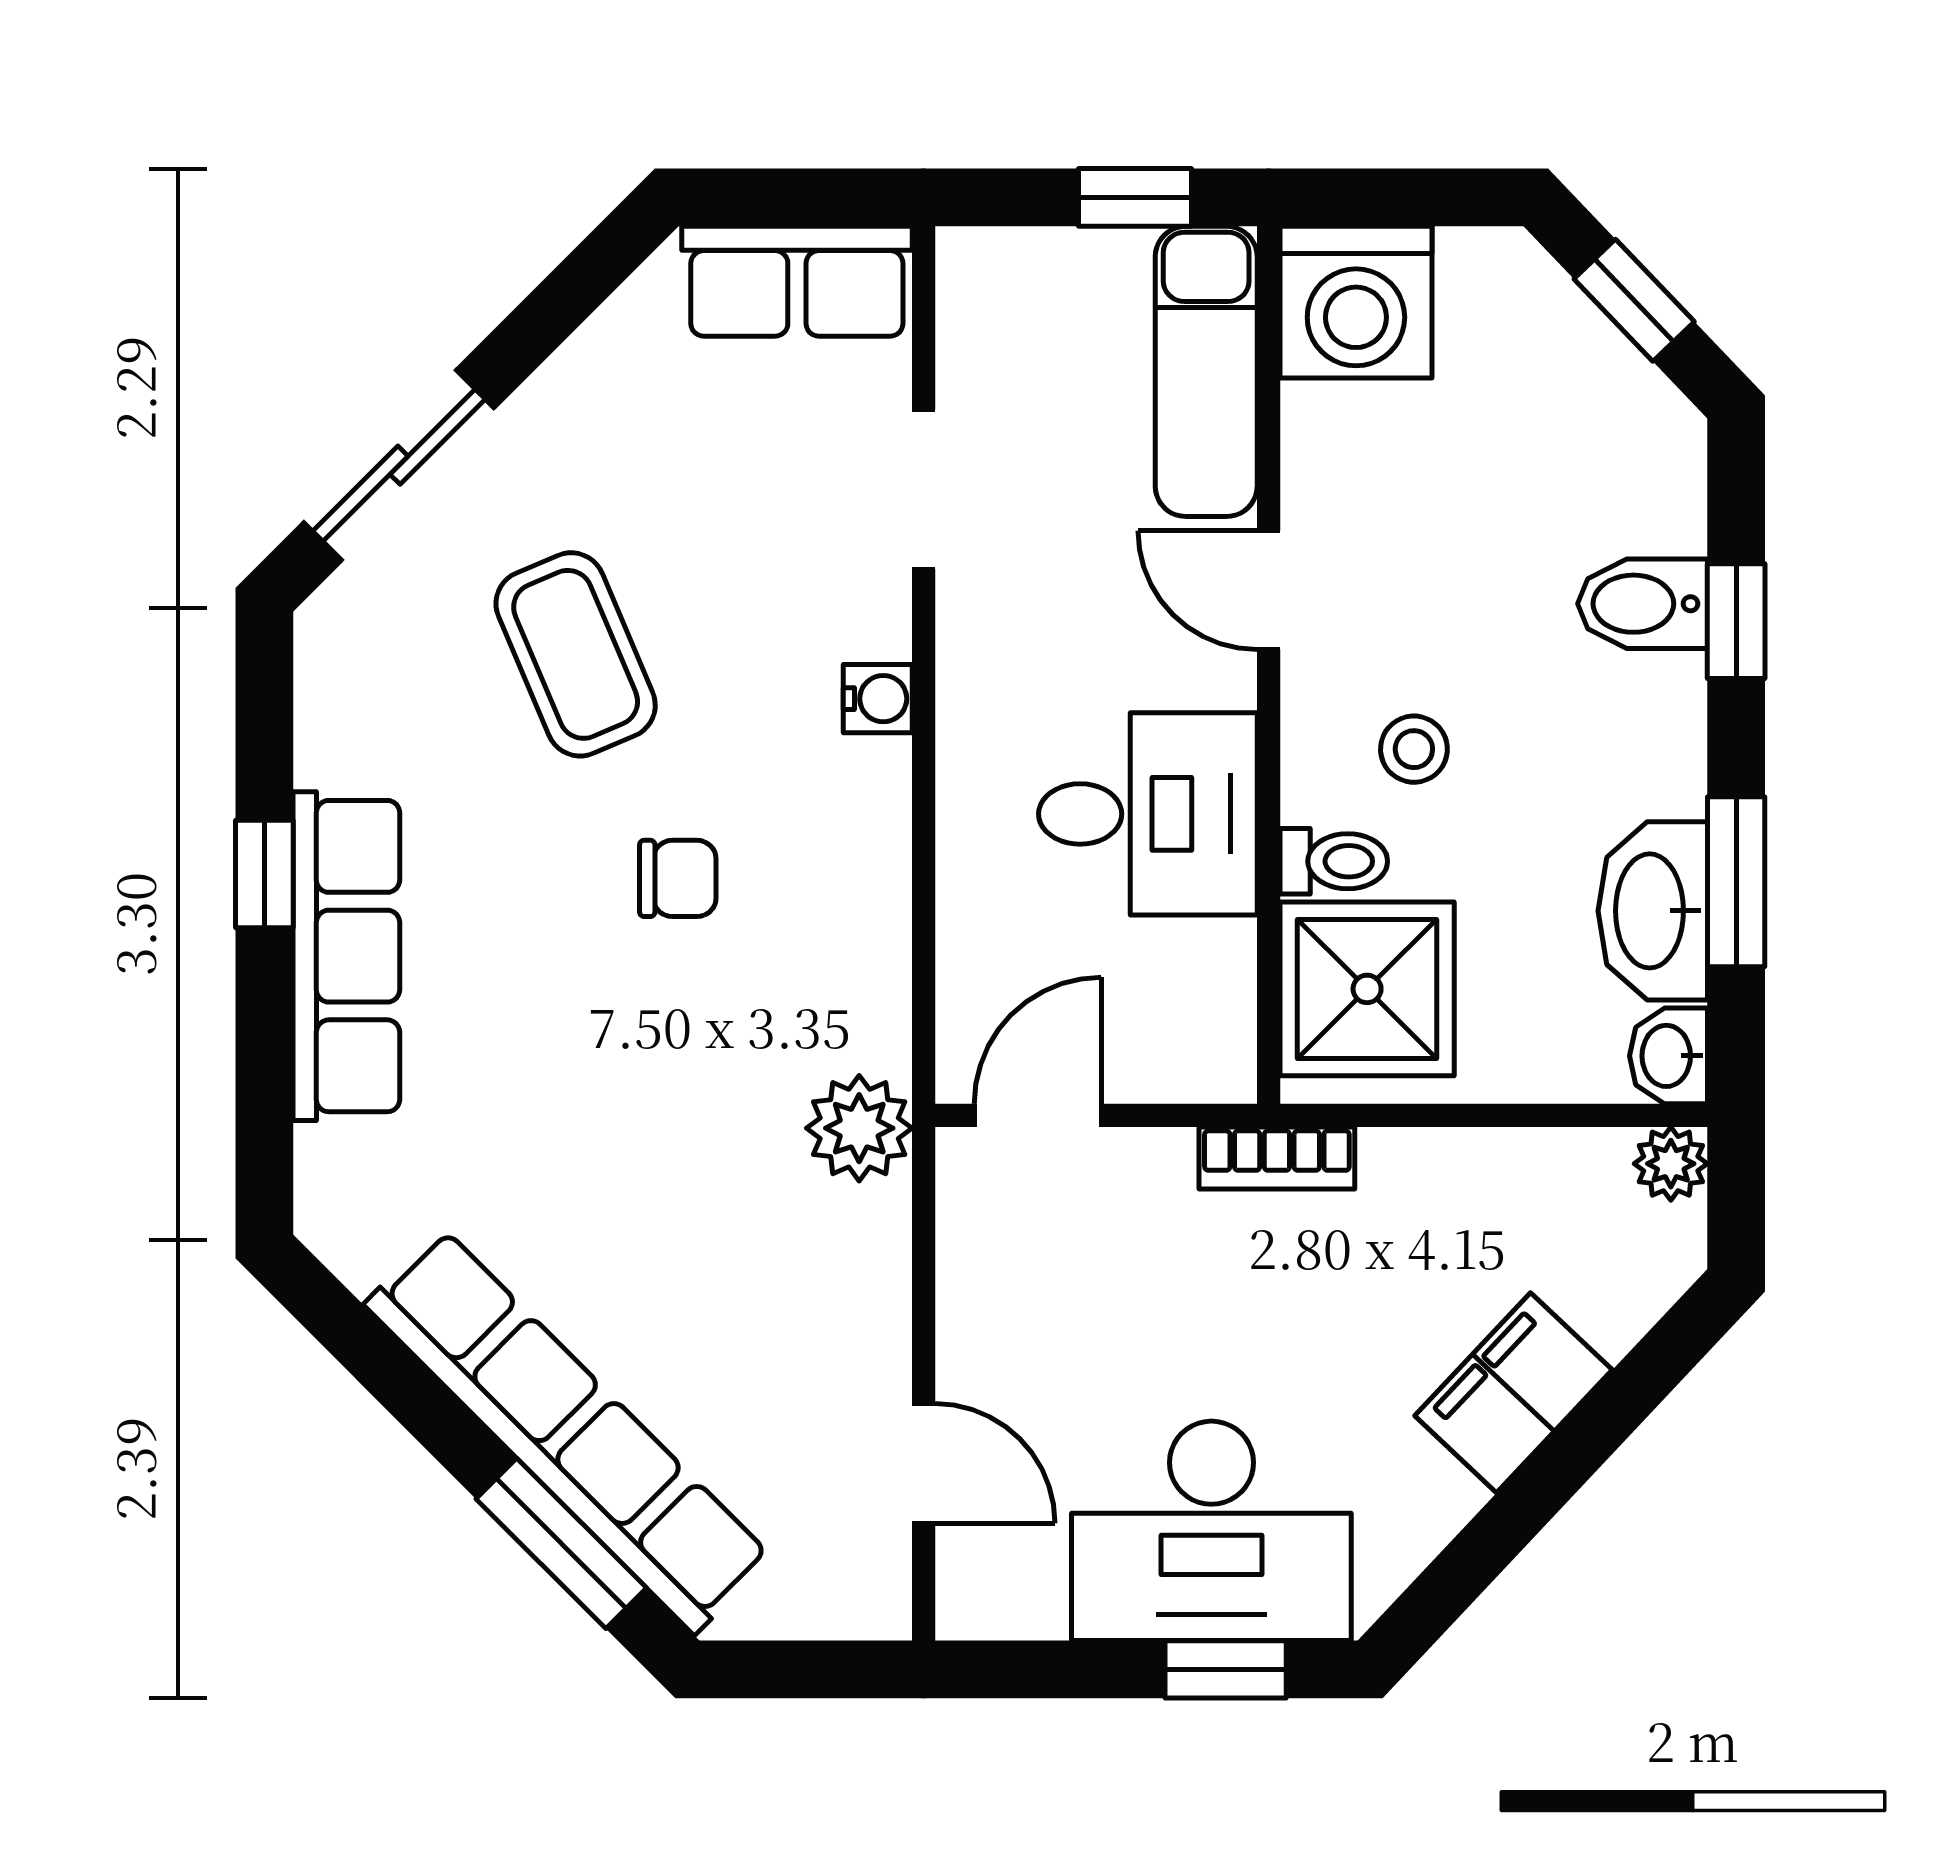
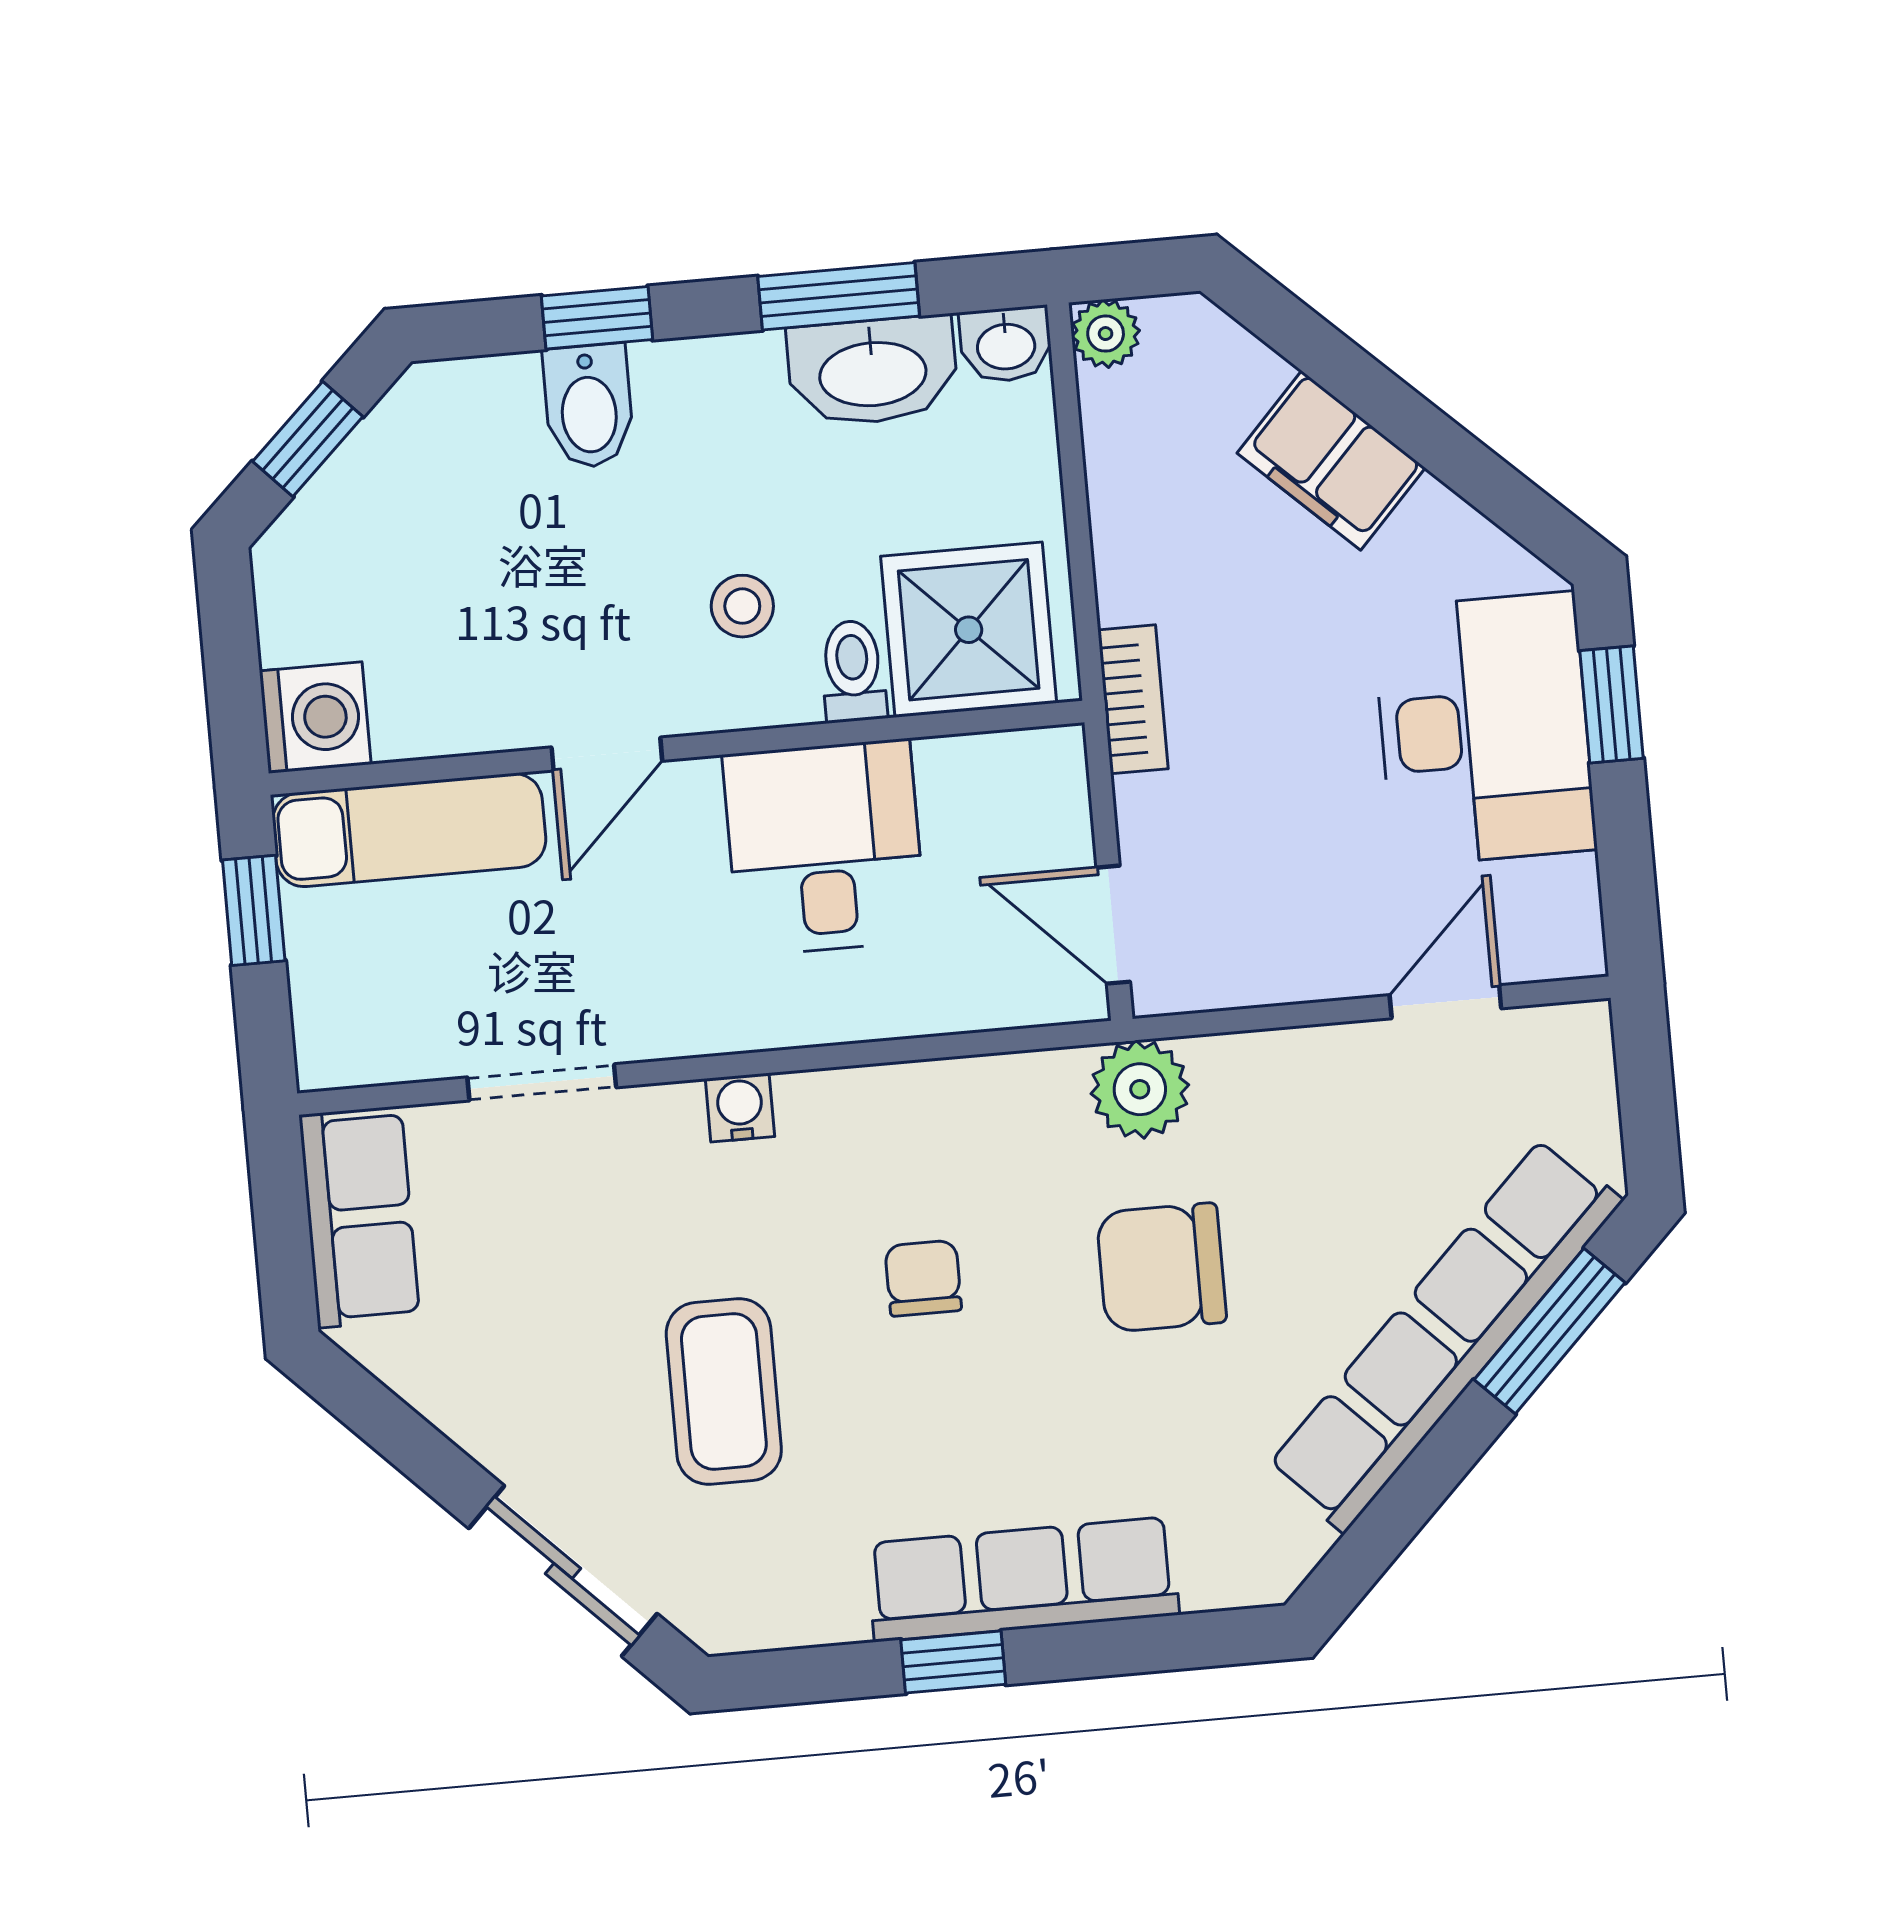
washing machine: (1356, 302) -> (315, 718), width x0.73, depth x0.73
coffee table: (576, 654) -> (724, 1391), turned -67
chair: (666, 1134) -> (1161, 1268), added

